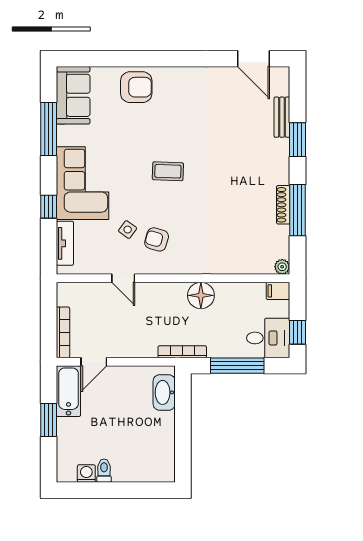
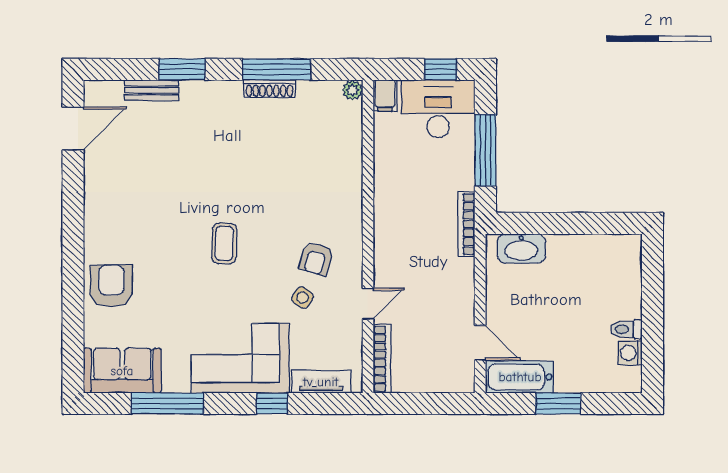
floor lamp: (201, 295) -> (391, 199), removed
bookcase: (63, 332) -> (382, 359), moved, turned 90
desk: (268, 338) -> (438, 109), width x1.37

